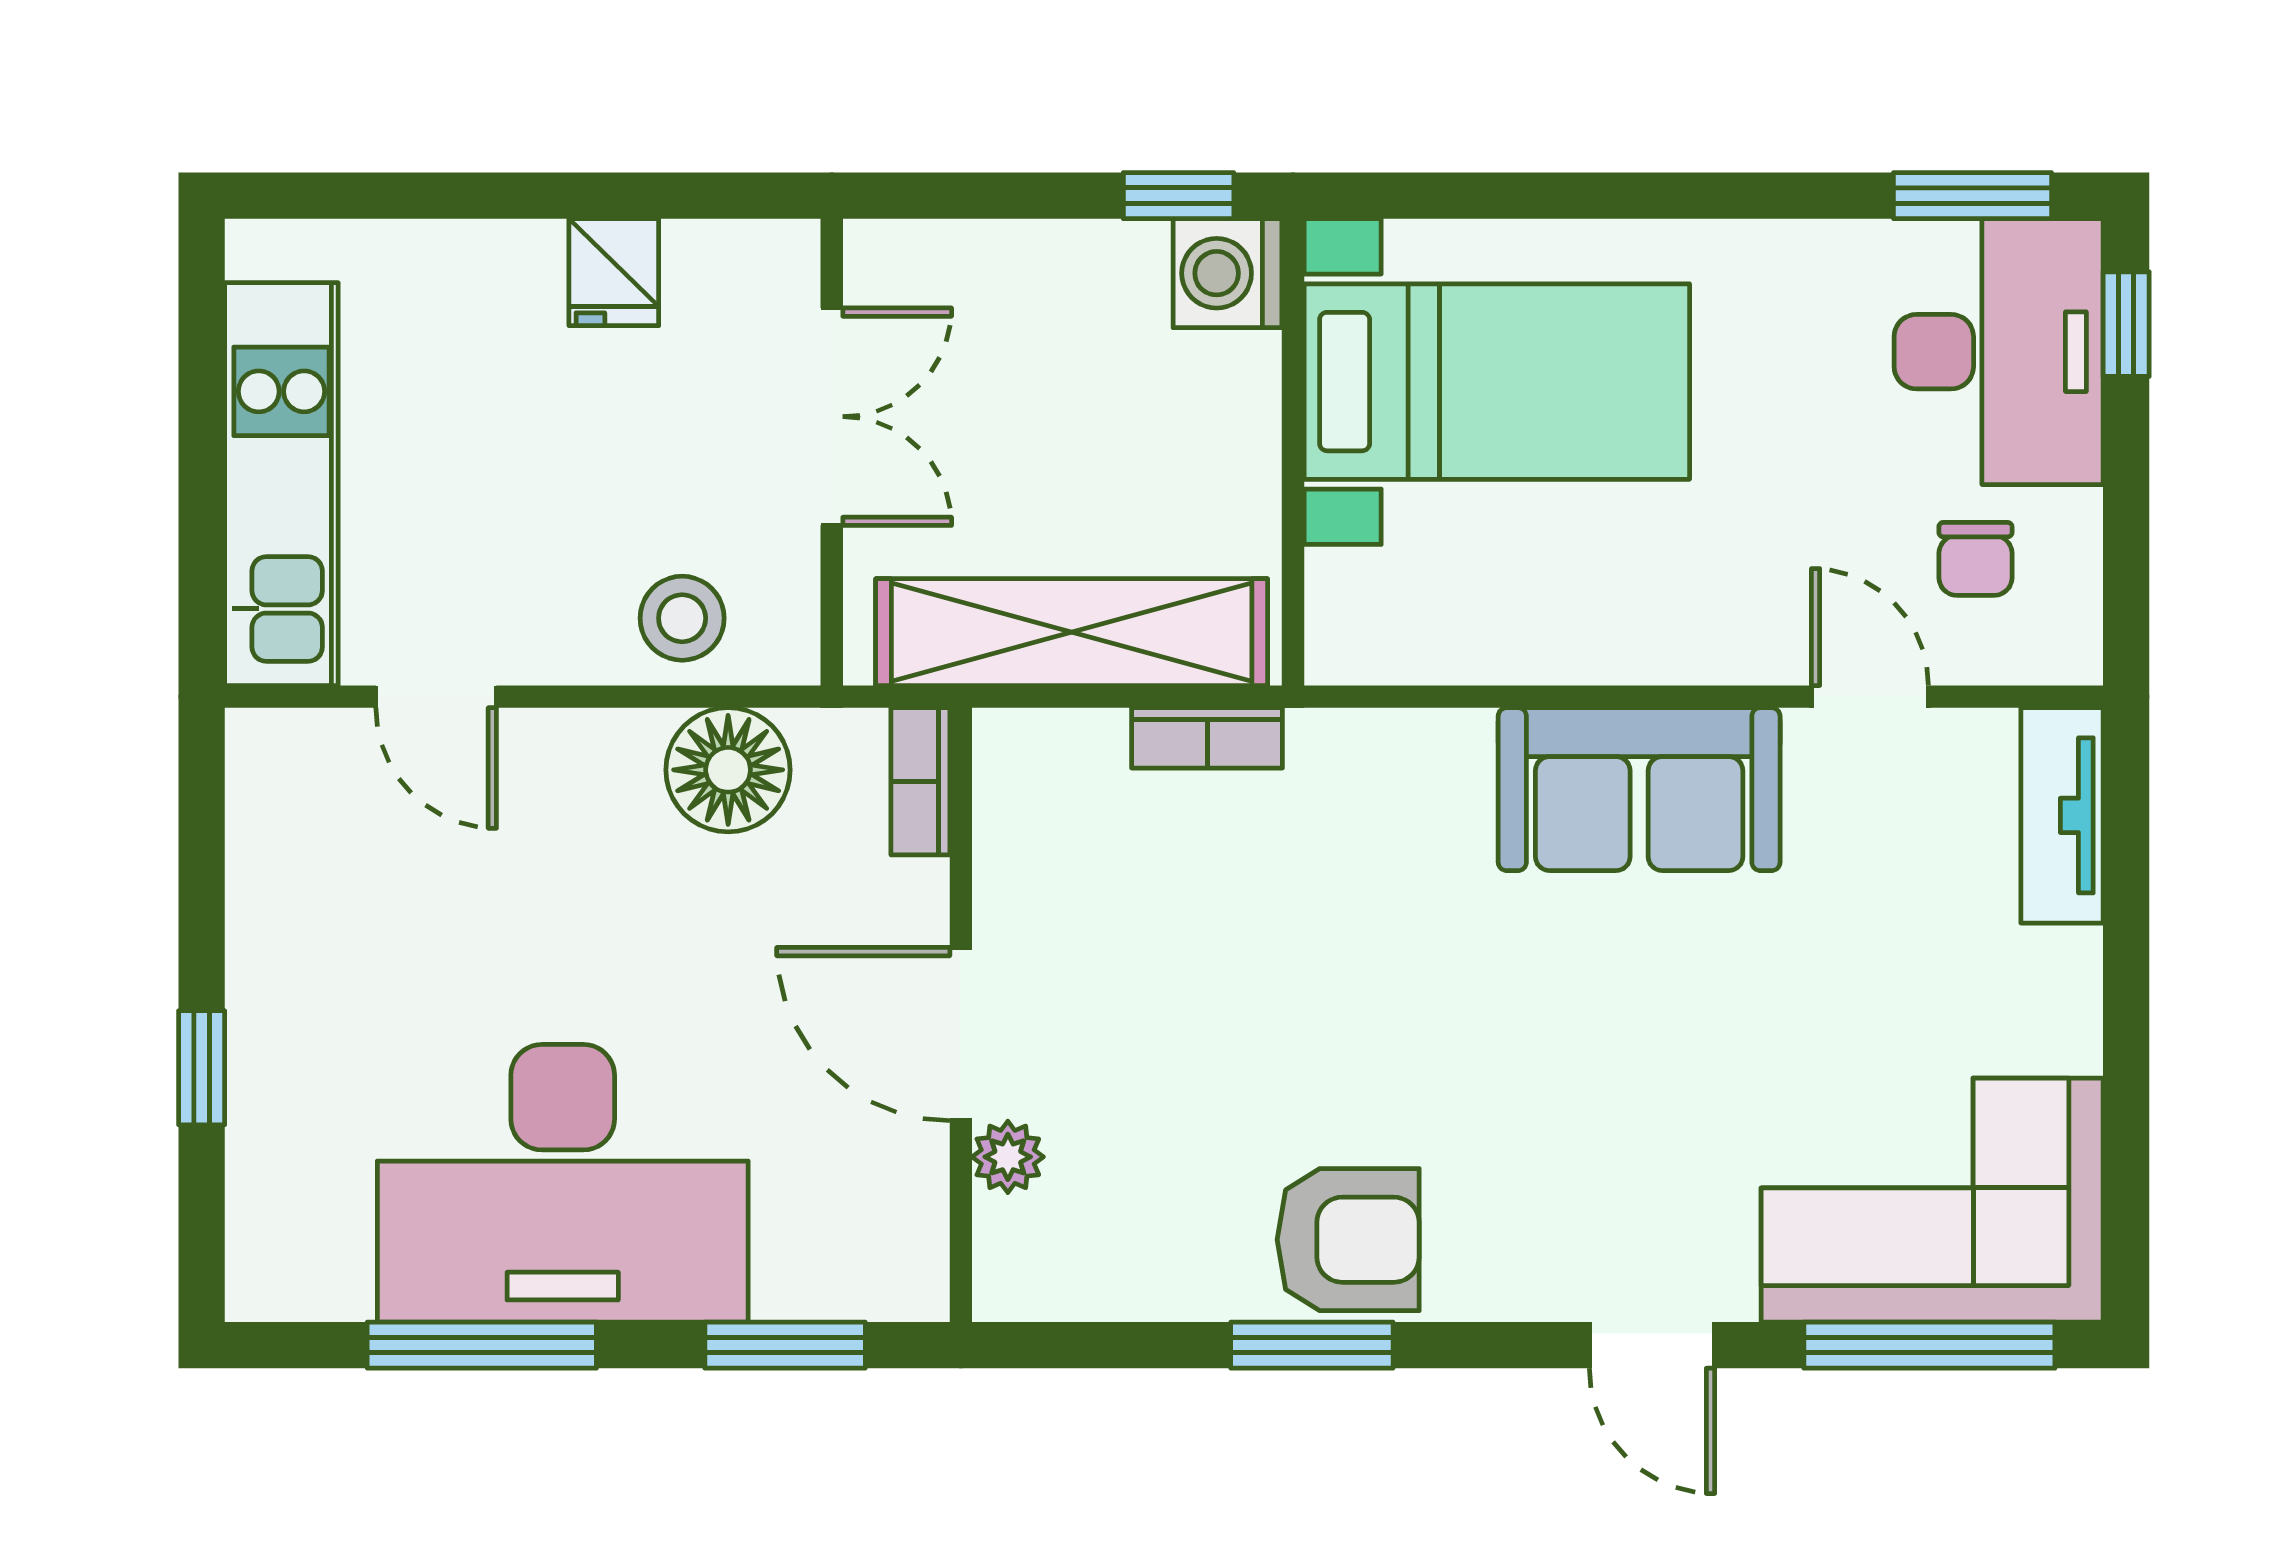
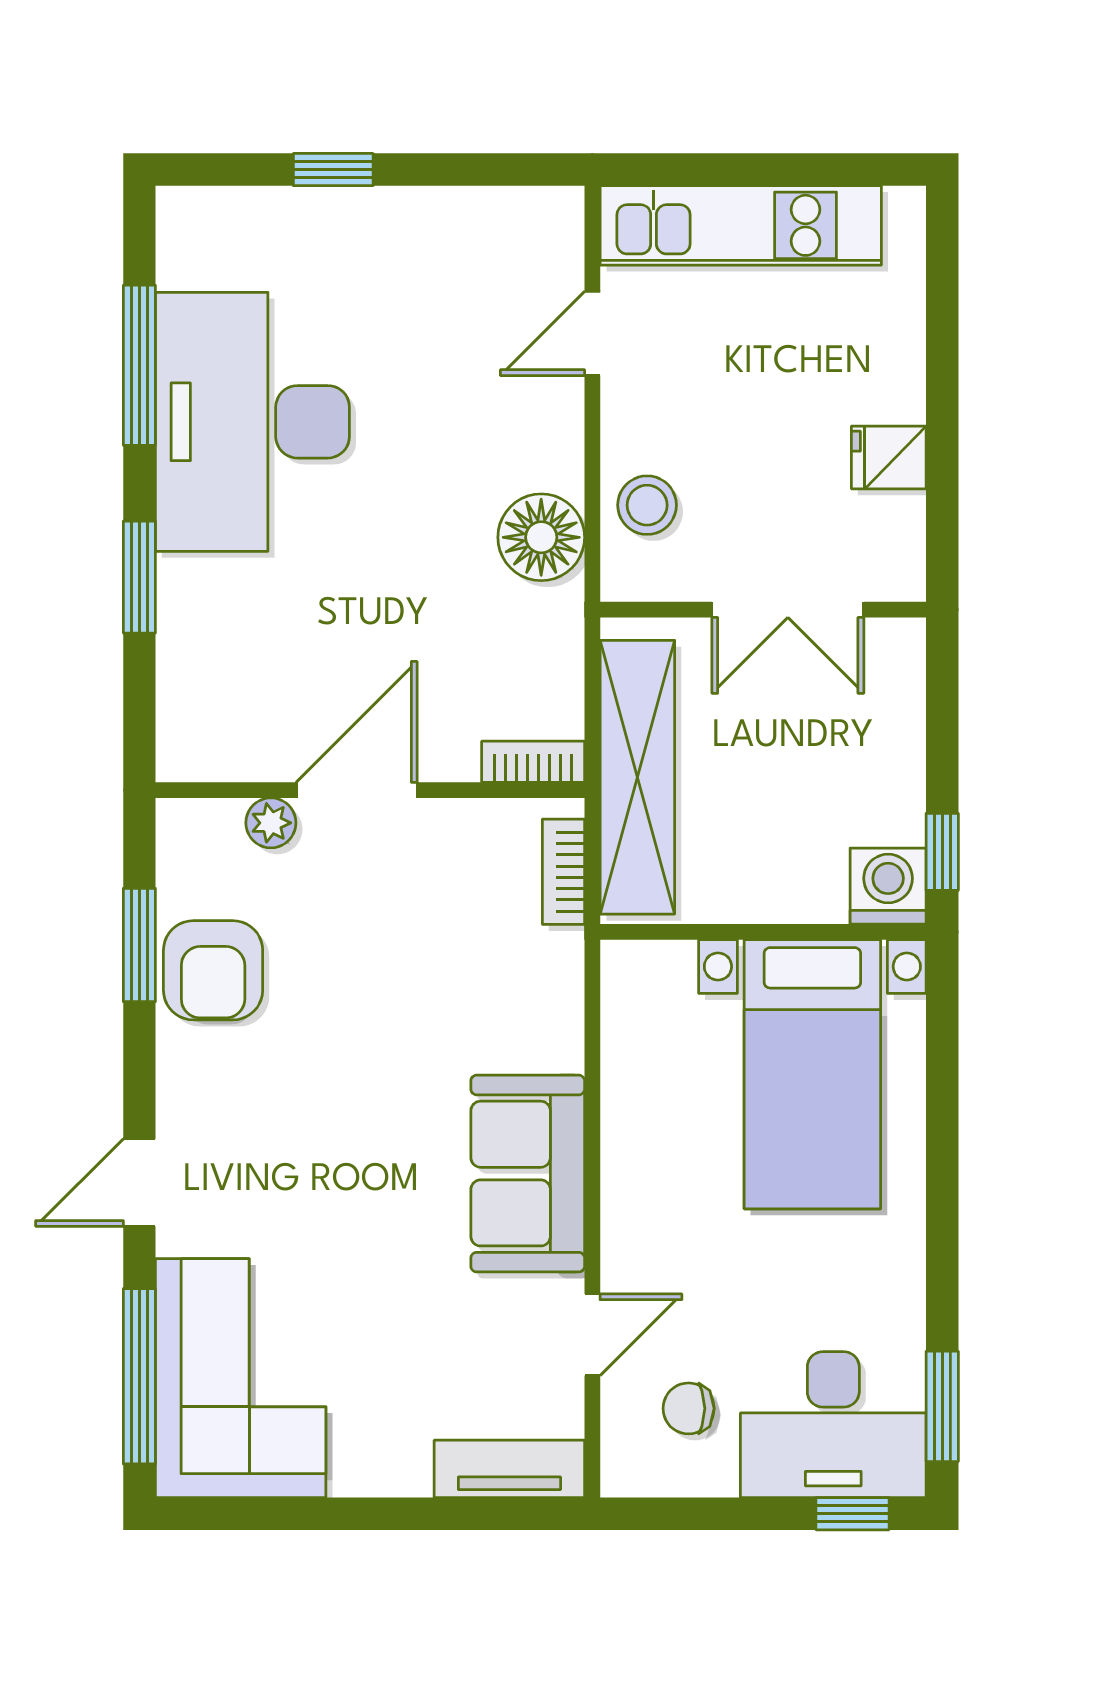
bookcase: (920, 781) -> (533, 762), moved
wall: (961, 1015) -> (370, 790), moved
door: (961, 1034) -> (357, 790), moved
plant: (1008, 1157) -> (271, 823), moved

